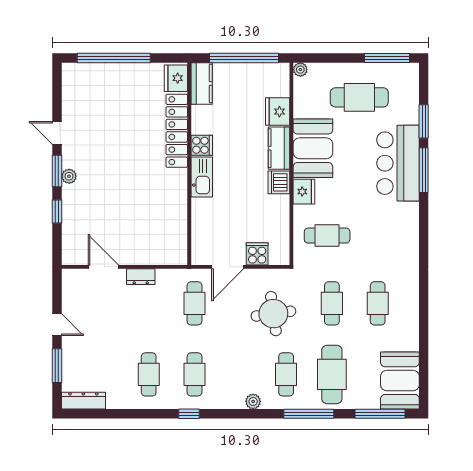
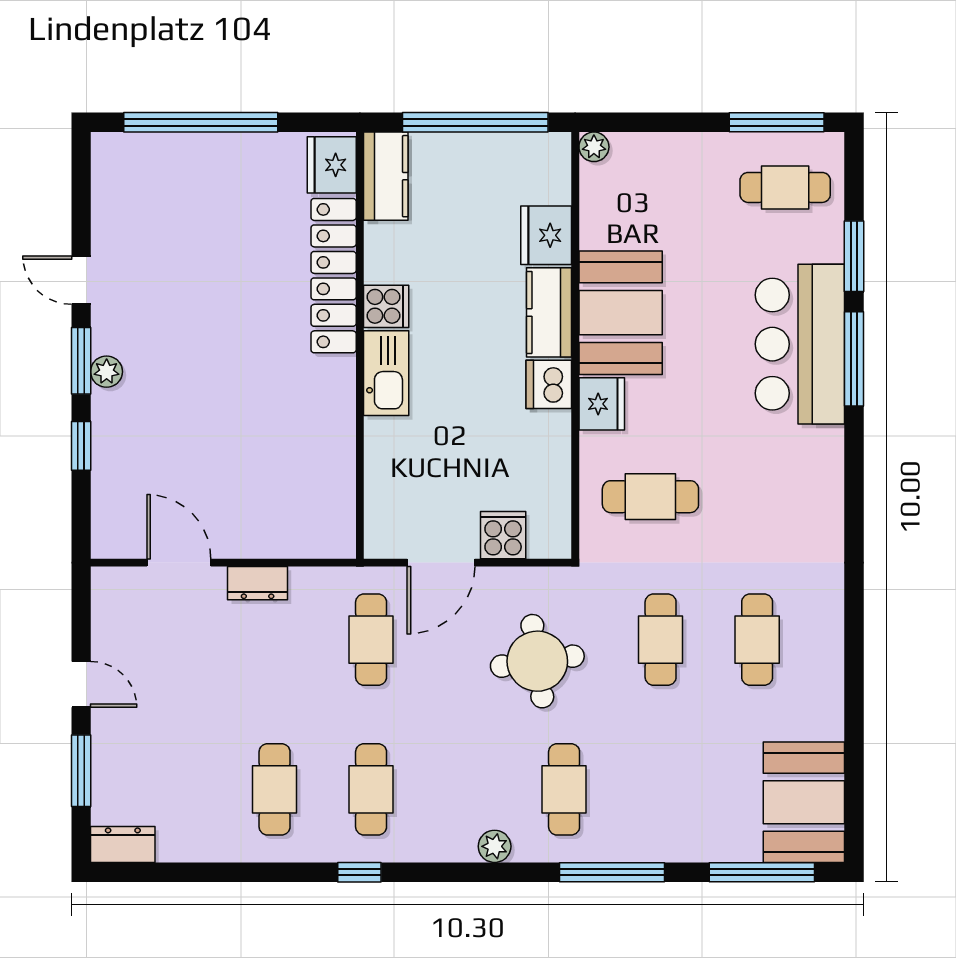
cafe table: (359, 97) -> (785, 187), moved, width x0.73, depth x0.74
cafe table: (332, 374) -> (661, 789), removed
dresser: (83, 401) -> (123, 844), width x0.70

